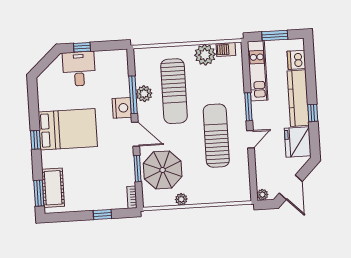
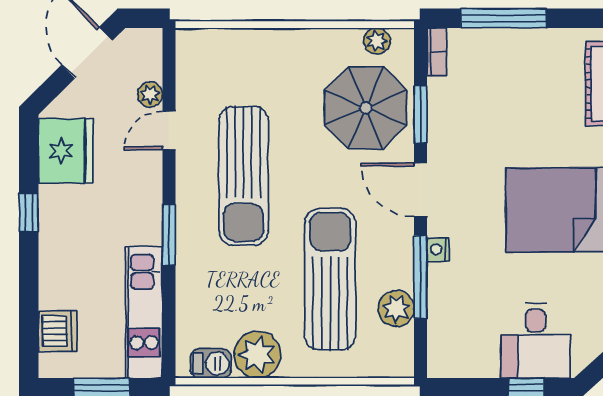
plant: (144, 94) -> (396, 309), moved
kitchen counter: (298, 98) -> (59, 247), removed
nightstand: (122, 108) -> (438, 249), width x0.53, depth x0.56
door: (250, 139) -> (169, 130), moved
plant: (262, 195) -> (150, 94), moved
plant: (181, 199) -> (377, 41), moved
window: (102, 214) -> (504, 18), width x2.17

